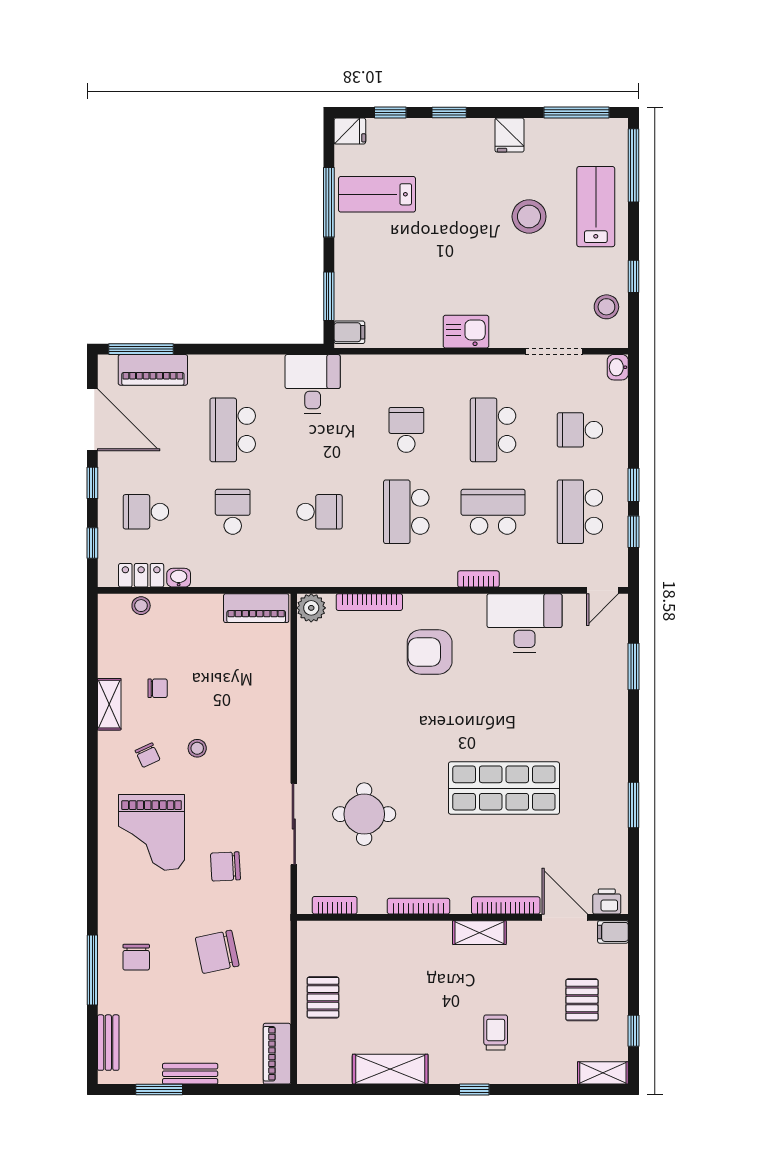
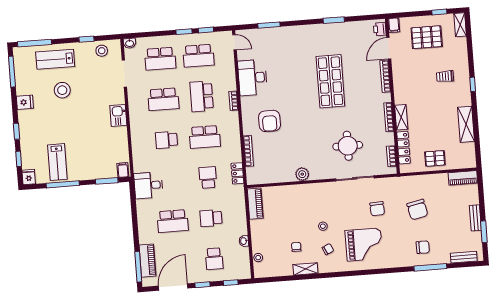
school desk: (580, 430) -> (160, 59), width x1.85
locker: (141, 575) -> (237, 173), moved
plant: (311, 608) -> (302, 174), moved
locker: (351, 932) -> (403, 148), added
shelving: (479, 933) -> (401, 117), moved
pallet: (582, 1000) -> (427, 37), width x1.50, depth x1.42

